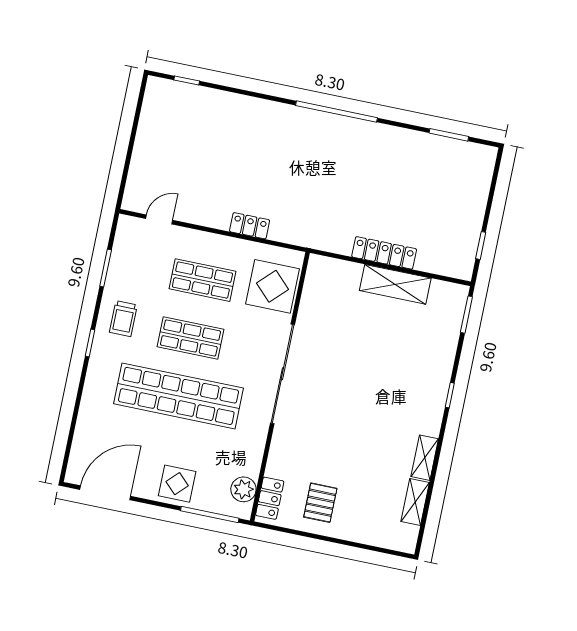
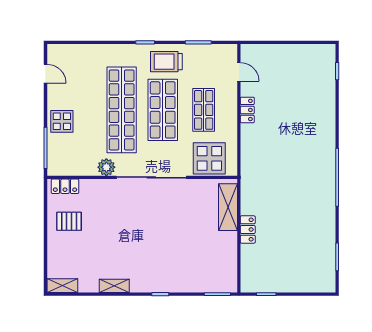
locker: (250, 226) -> (247, 110), moved
locker: (384, 253) -> (248, 230), width x0.66
shelving: (395, 284) -> (228, 207), moved
trolley: (123, 319) -> (166, 62), width x1.36, depth x1.39
shop shelf: (190, 338) -> (163, 110), width x1.43, depth x1.36
plant: (243, 489) -> (106, 167), moved
door: (105, 493) -> (45, 74), width x0.53
shelving: (415, 502) -> (62, 286), moved

